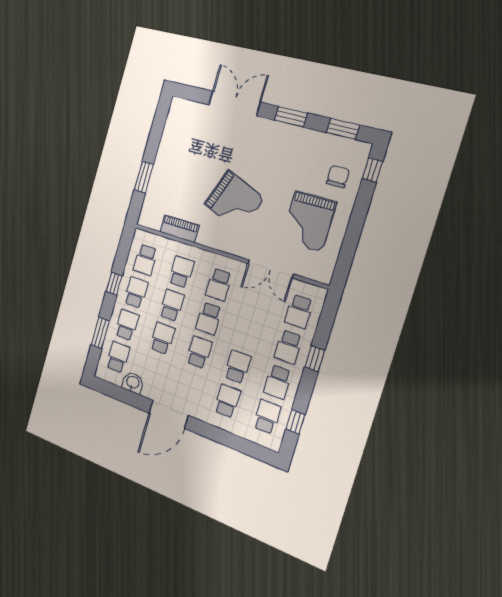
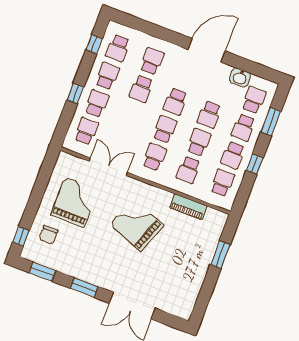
school desk: (172, 305) -> (199, 142), turned 180
school desk: (118, 357) -> (254, 100), turned 180
school desk: (227, 401) -> (152, 61), turned 180

